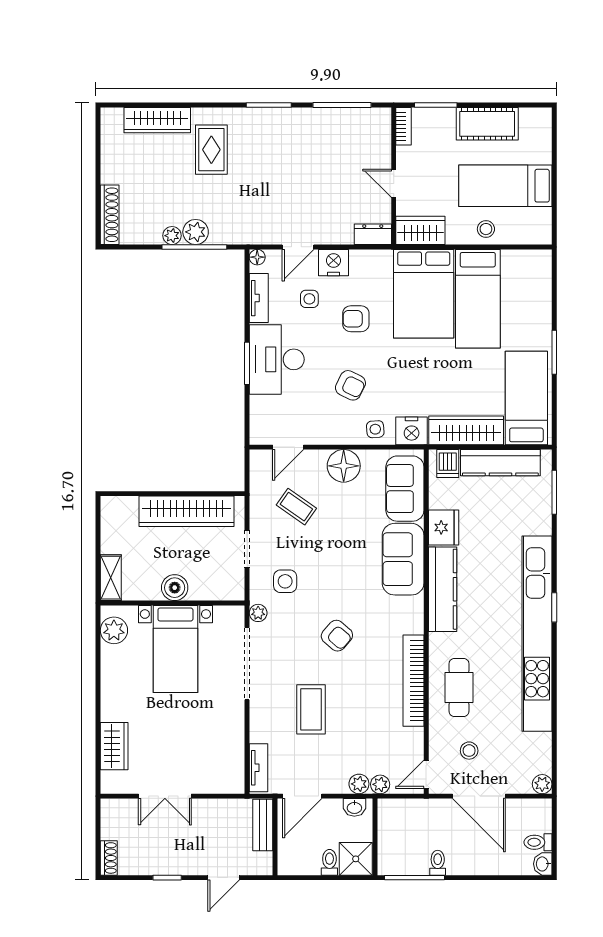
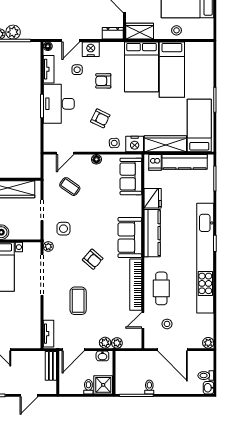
floor lamp: (344, 466) -> (96, 159), width x0.53, depth x0.53
sofa: (403, 559) -> (130, 238), moved
door: (426, 774) -> (143, 320), moved

